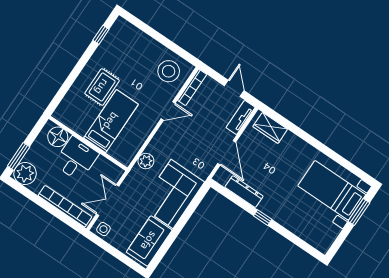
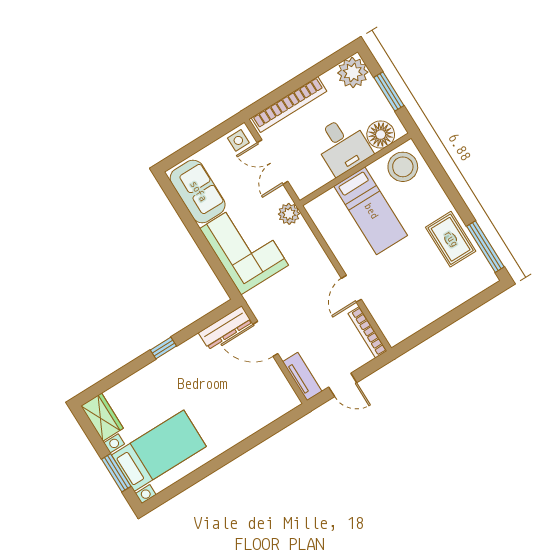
window: (101, 35) -> (485, 247), width x2.17
stool: (169, 71) -> (403, 167), moved
rug: (102, 87) -> (451, 239), moved
wardrobe: (270, 128) -> (102, 417), moved, turned 90
window: (19, 156) -> (389, 91), moved
plant: (146, 161) -> (289, 214), moved
dresser: (244, 192) -> (225, 328), moved
double door: (108, 200) -> (272, 162), swing flipped

